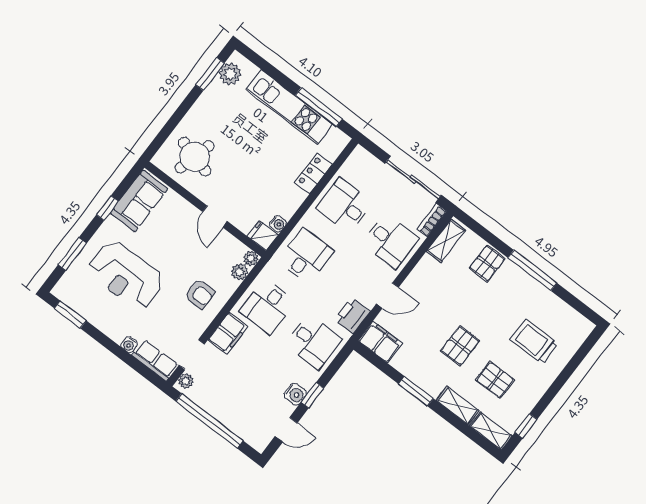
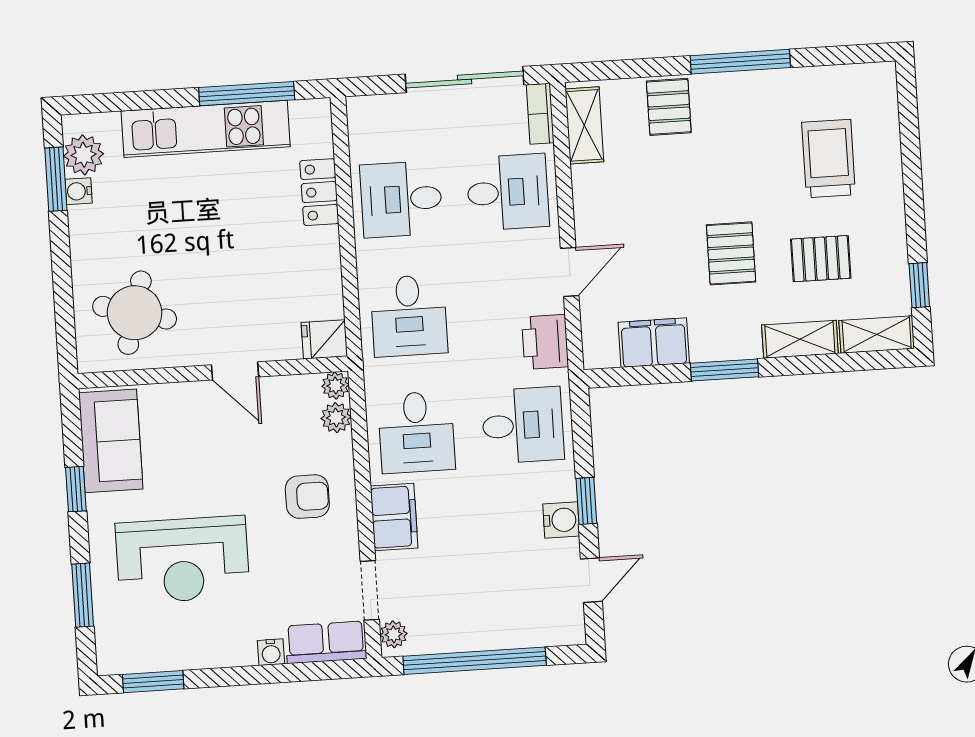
water cooler: (278, 224) -> (79, 191), moved, turned 180
desk: (306, 256) -> (409, 316), turned 180
filing cabinet: (380, 342) -> (654, 343), moved
trolley: (534, 342) -> (828, 158), turned 90

